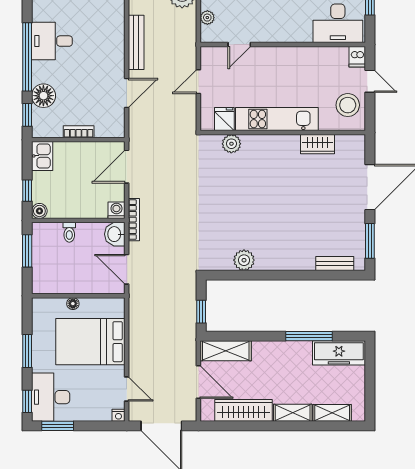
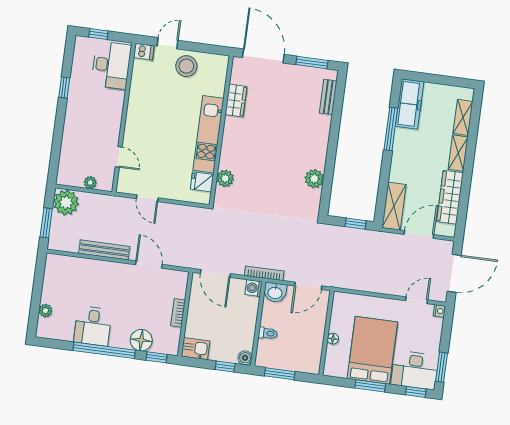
fridge: (224, 119) -> (202, 182), moved
kitchen unit: (277, 119) -> (208, 134), moved
wall: (283, 132) -> (221, 131), moved
plant: (231, 144) -> (225, 178), moved
wardrobe: (318, 144) -> (236, 100), moved
bed: (90, 342) -> (372, 350), moved, turned 180

